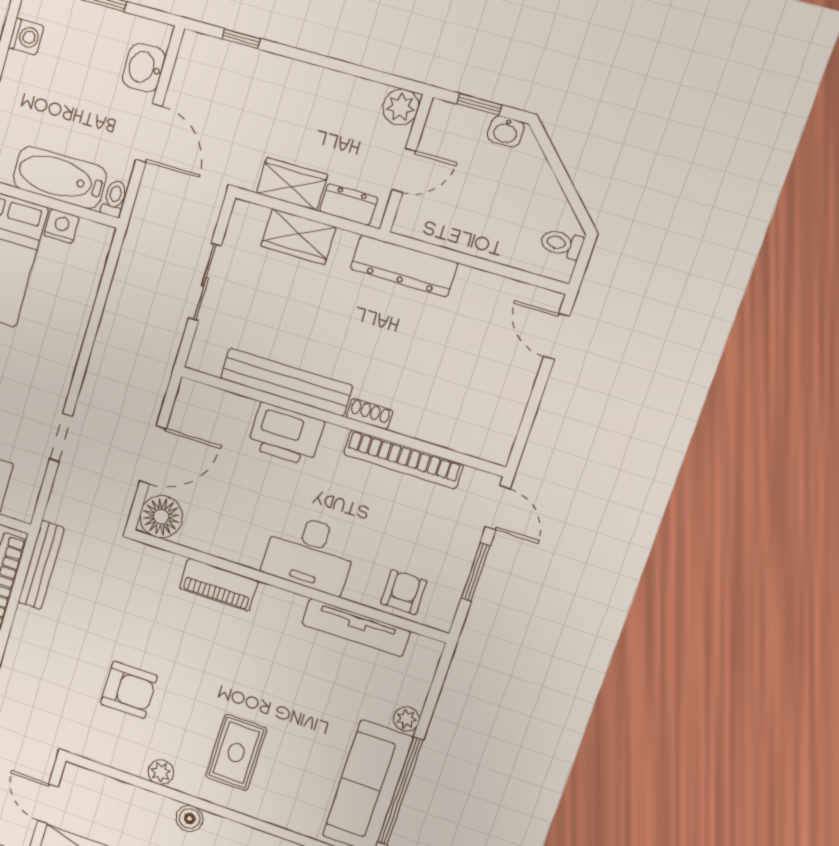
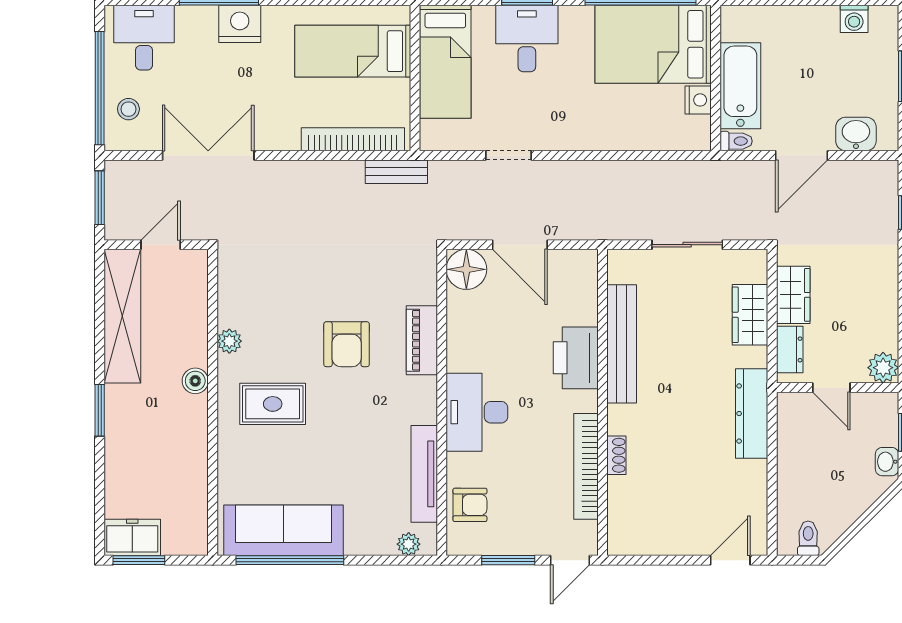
shoe rack: (370, 414) -> (616, 455), moved
bench: (41, 565) -> (396, 172), width x0.73
armchair: (129, 690) -> (347, 344), moved
plant: (406, 719) -> (409, 544), moved

